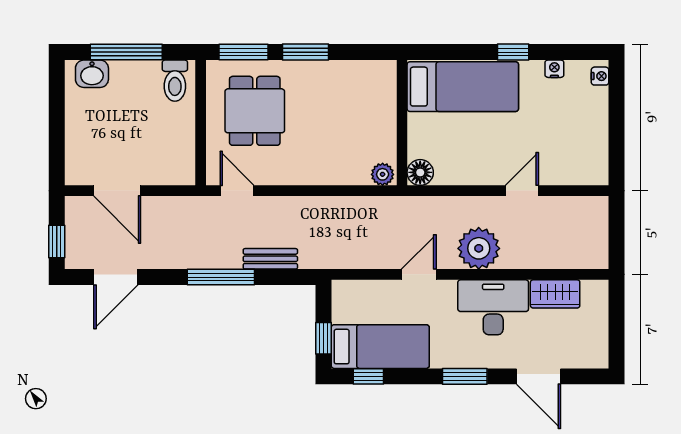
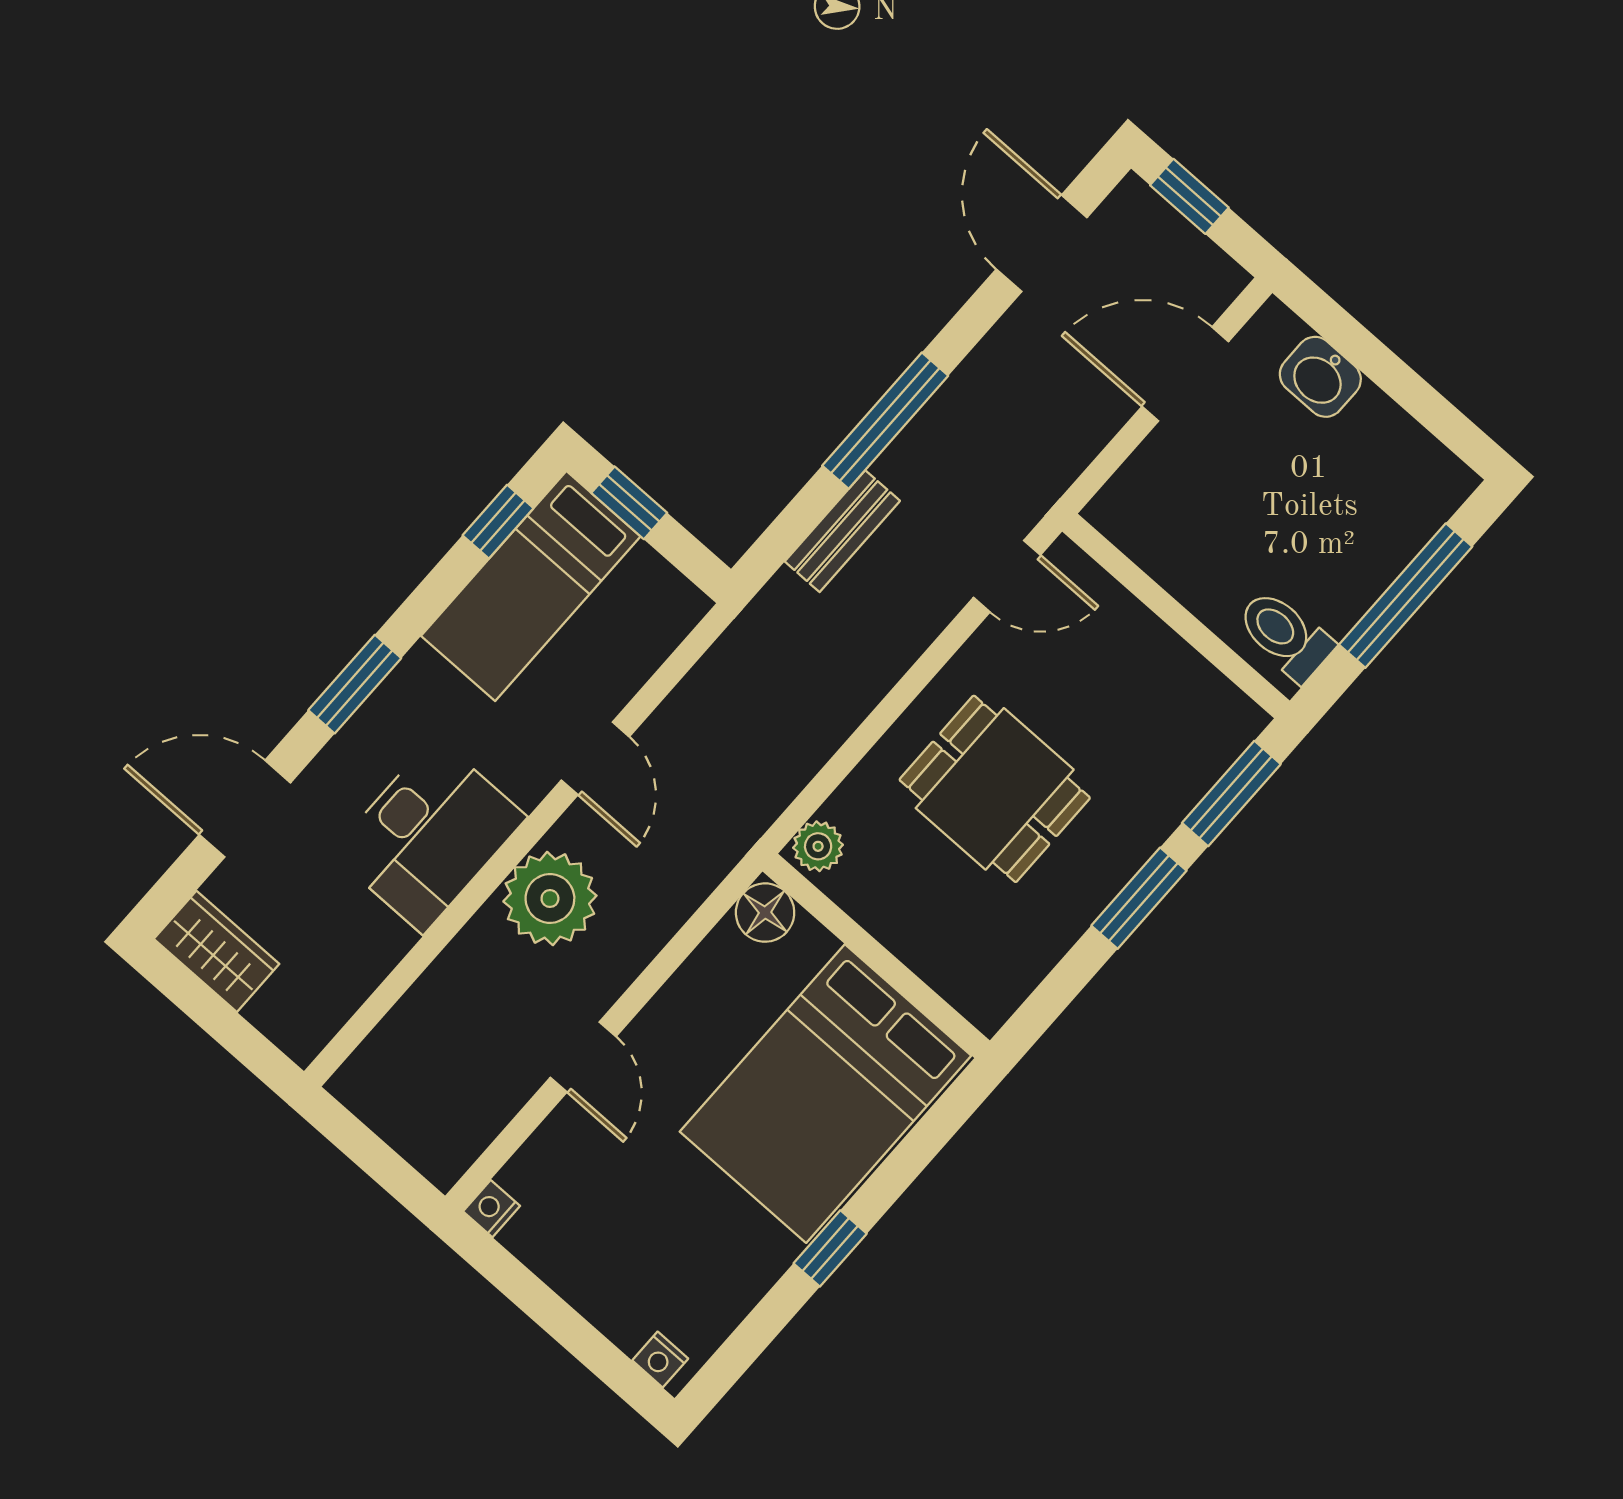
nightstand: (554, 69) -> (491, 1209), moved, turned 180
washbasin: (92, 74) -> (1320, 377), moved, turned -90
bed: (463, 87) -> (826, 1094), width x1.50
dining table: (255, 111) -> (995, 789), moved
wardrobe: (555, 294) -> (217, 951), moved, turned 90

